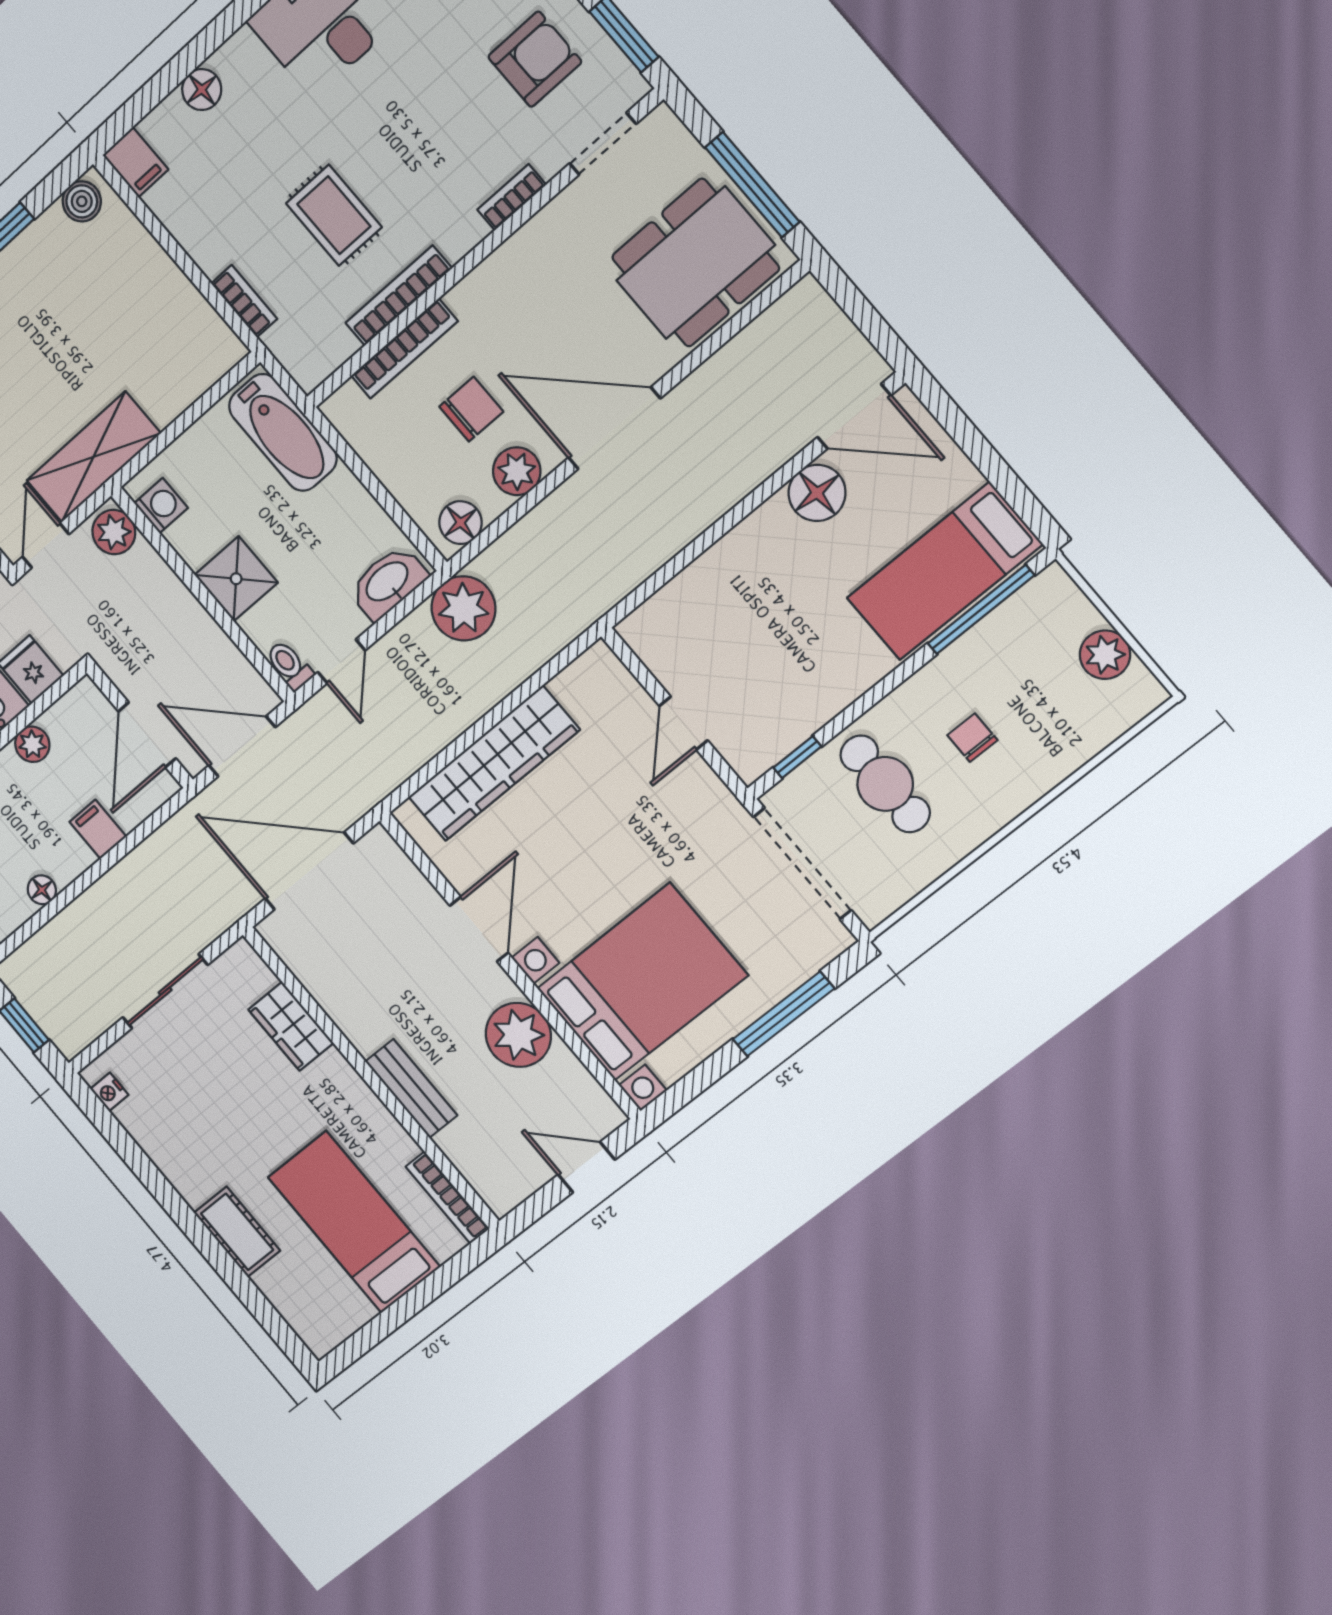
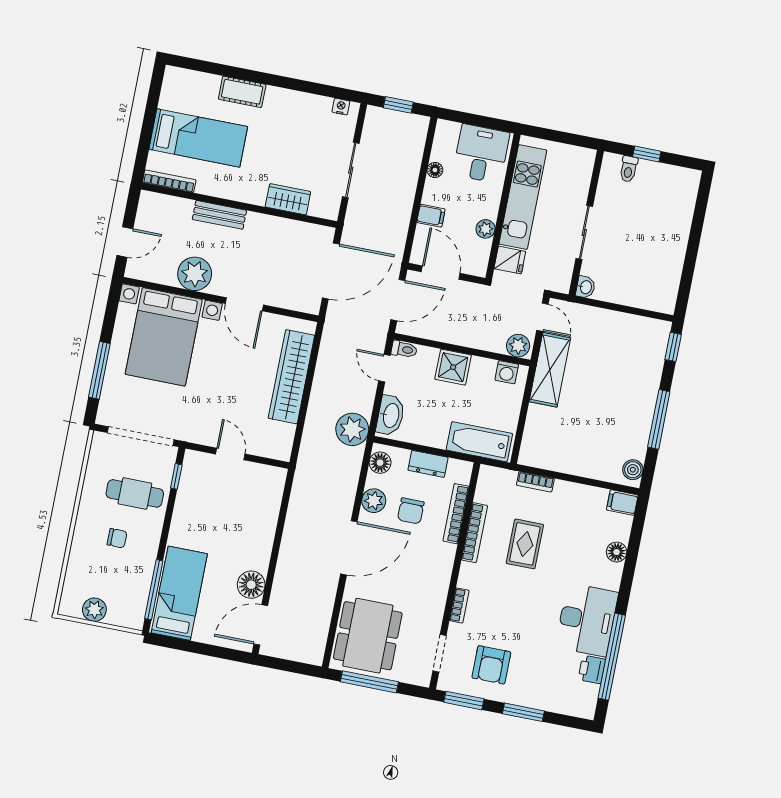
rug: (334, 215) -> (525, 544), turned 90
dresser: (388, 461) -> (428, 464), added

